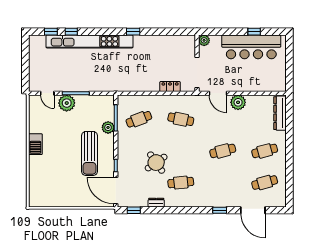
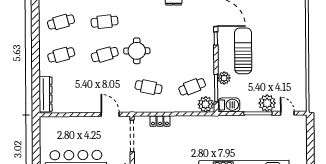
plant: (238, 102) -> (206, 104), moved
barbecue: (35, 144) -> (229, 105), moved, turned 90
round table: (156, 163) -> (137, 51), moved, turned 35
cafe table: (181, 183) -> (105, 22), moved

